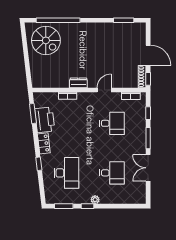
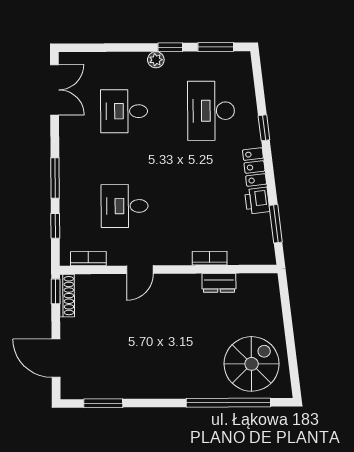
spiral stairs: (46, 40) -> (252, 364), turned 90
door: (148, 55) -> (56, 358), moved
dresser: (78, 83) -> (219, 283), moved
printer: (45, 120) -> (257, 201), width x0.53, depth x0.68
double door: (148, 168) -> (55, 90), moved

